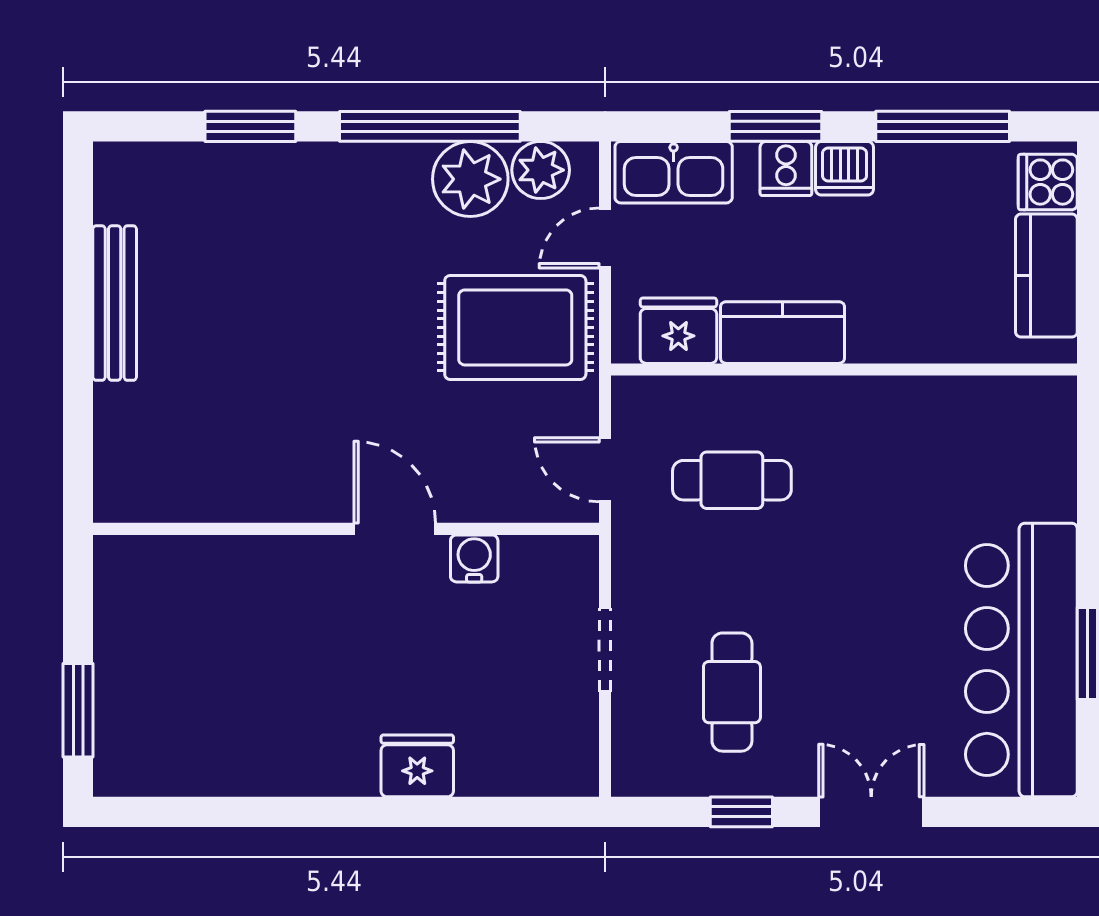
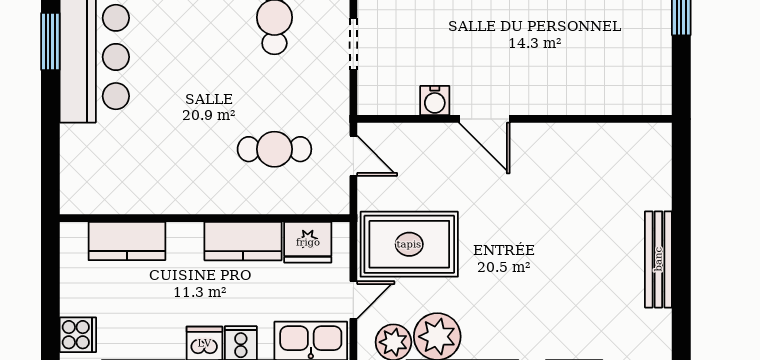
kitchen counter: (1046, 276) -> (127, 241), moved, turned 90

